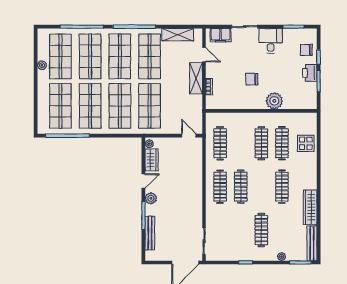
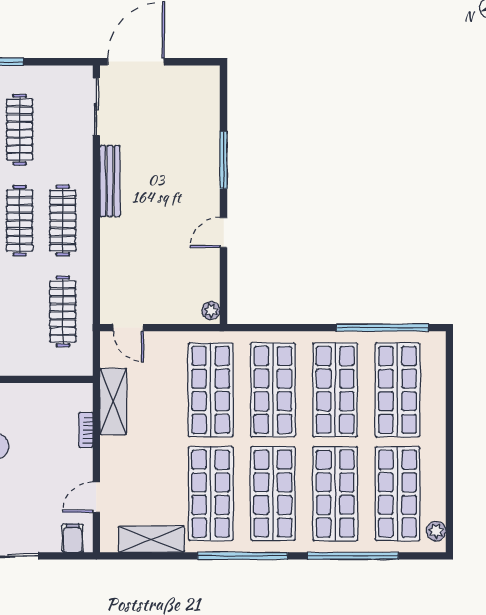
filing cabinet: (221, 35) -> (73, 538), width x0.50
door: (204, 55) -> (96, 497), hinge flipped
plant: (42, 65) -> (436, 531), moved
shelving: (196, 78) -> (113, 402), moved
wardrobe: (151, 160) -> (207, 277), removed
plant: (151, 198) -> (208, 196), removed
clothes rail: (241, 230) -> (20, 130), added
bench: (150, 233) -> (110, 181), moved

